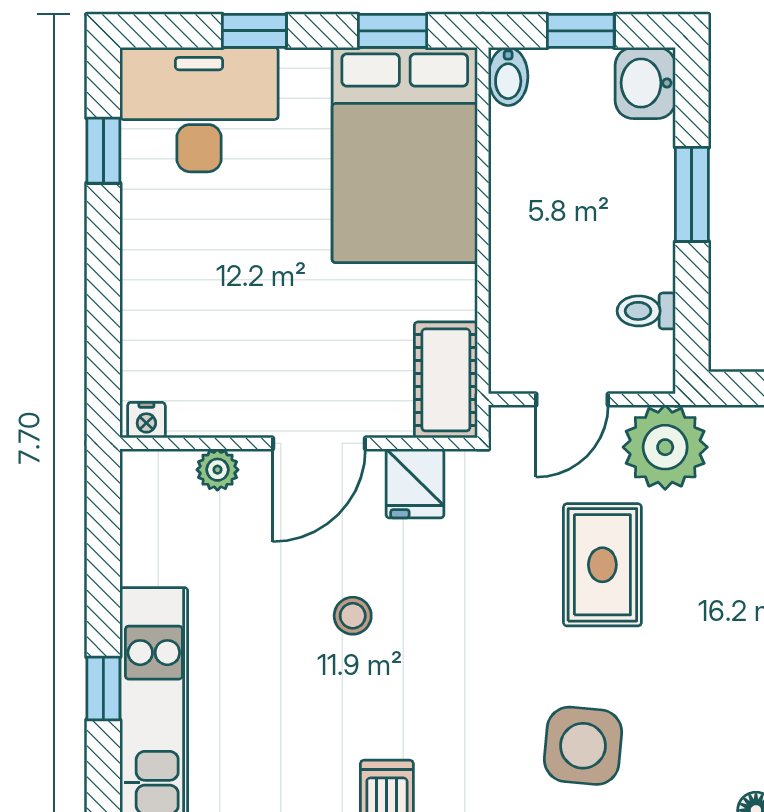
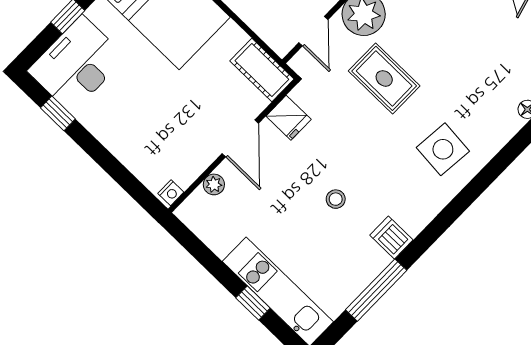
stool: (353, 616) -> (336, 199), moved

